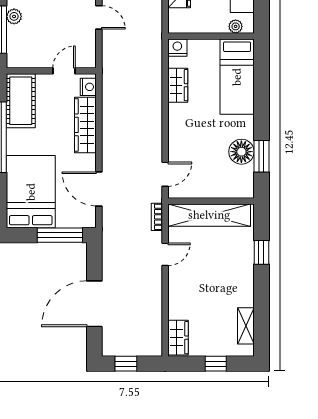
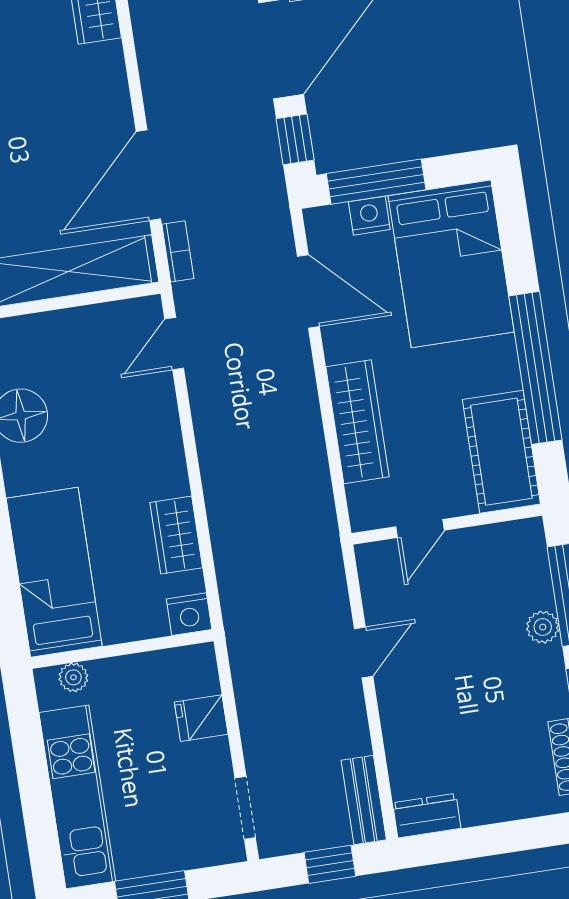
door: (99, 17) -> (364, 652), swing flipped
nightstand: (88, 87) -> (369, 216), moved, turned 90
door: (165, 254) -> (148, 175), width x1.87
window: (94, 260) -> (295, 139), added

